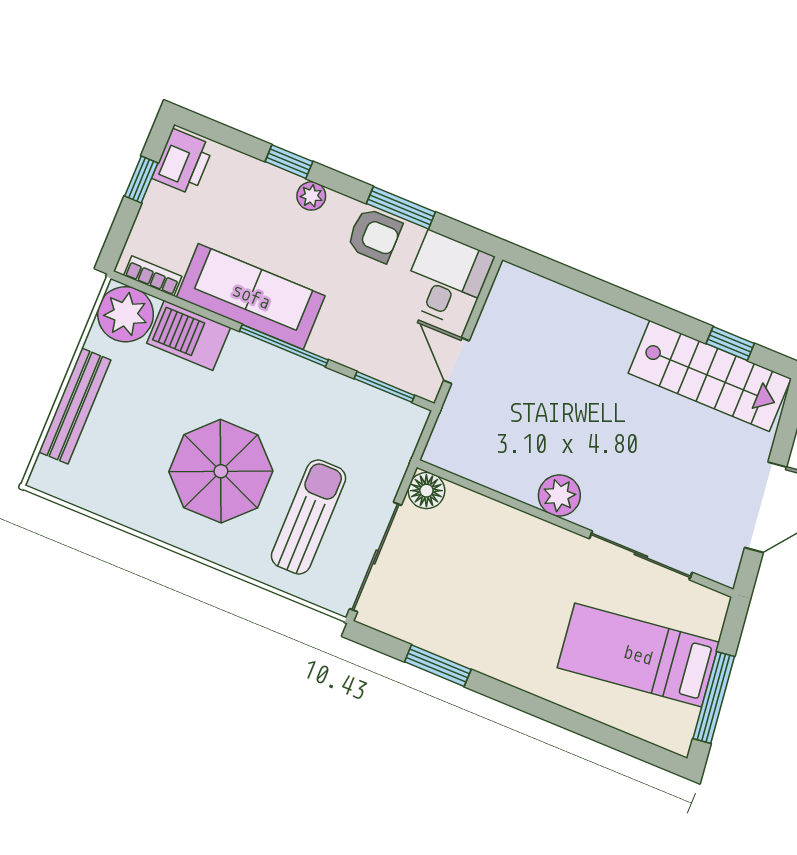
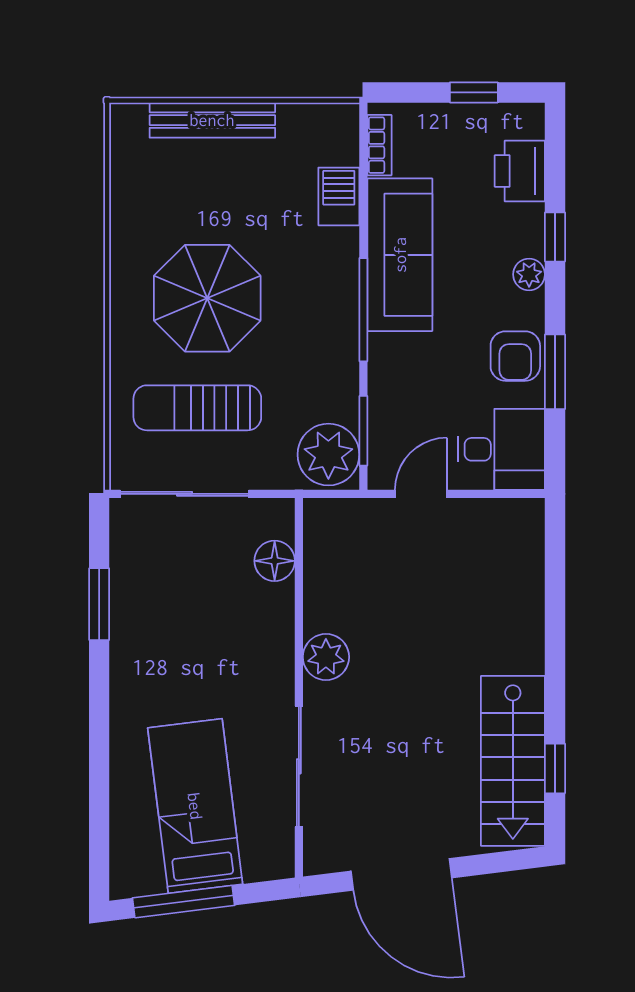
printer: (183, 162) -> (520, 171), moved, turned 90
plant: (126, 314) -> (328, 455), moved
barbecue: (189, 335) -> (339, 196), width x0.73, depth x0.79
floor lamp: (426, 491) -> (275, 561), moved
sun lounger: (308, 517) -> (197, 408), turned 180

